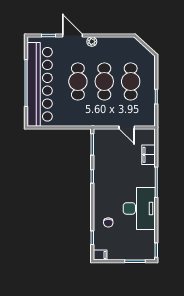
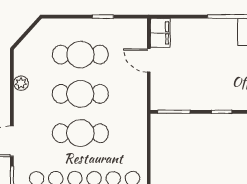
plant: (92, 42) -> (21, 83), moved
door: (127, 127) -> (149, 61), swing flipped
filing cabinet: (149, 155) -> (160, 33), moved, turned -90

